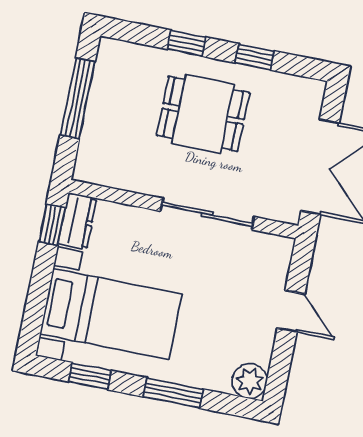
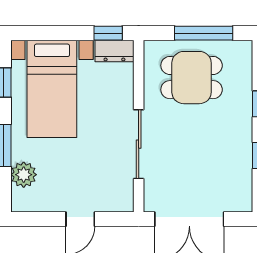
dining table: (203, 114) -> (192, 78), moved, turned 90
plant: (250, 381) -> (24, 175), moved

